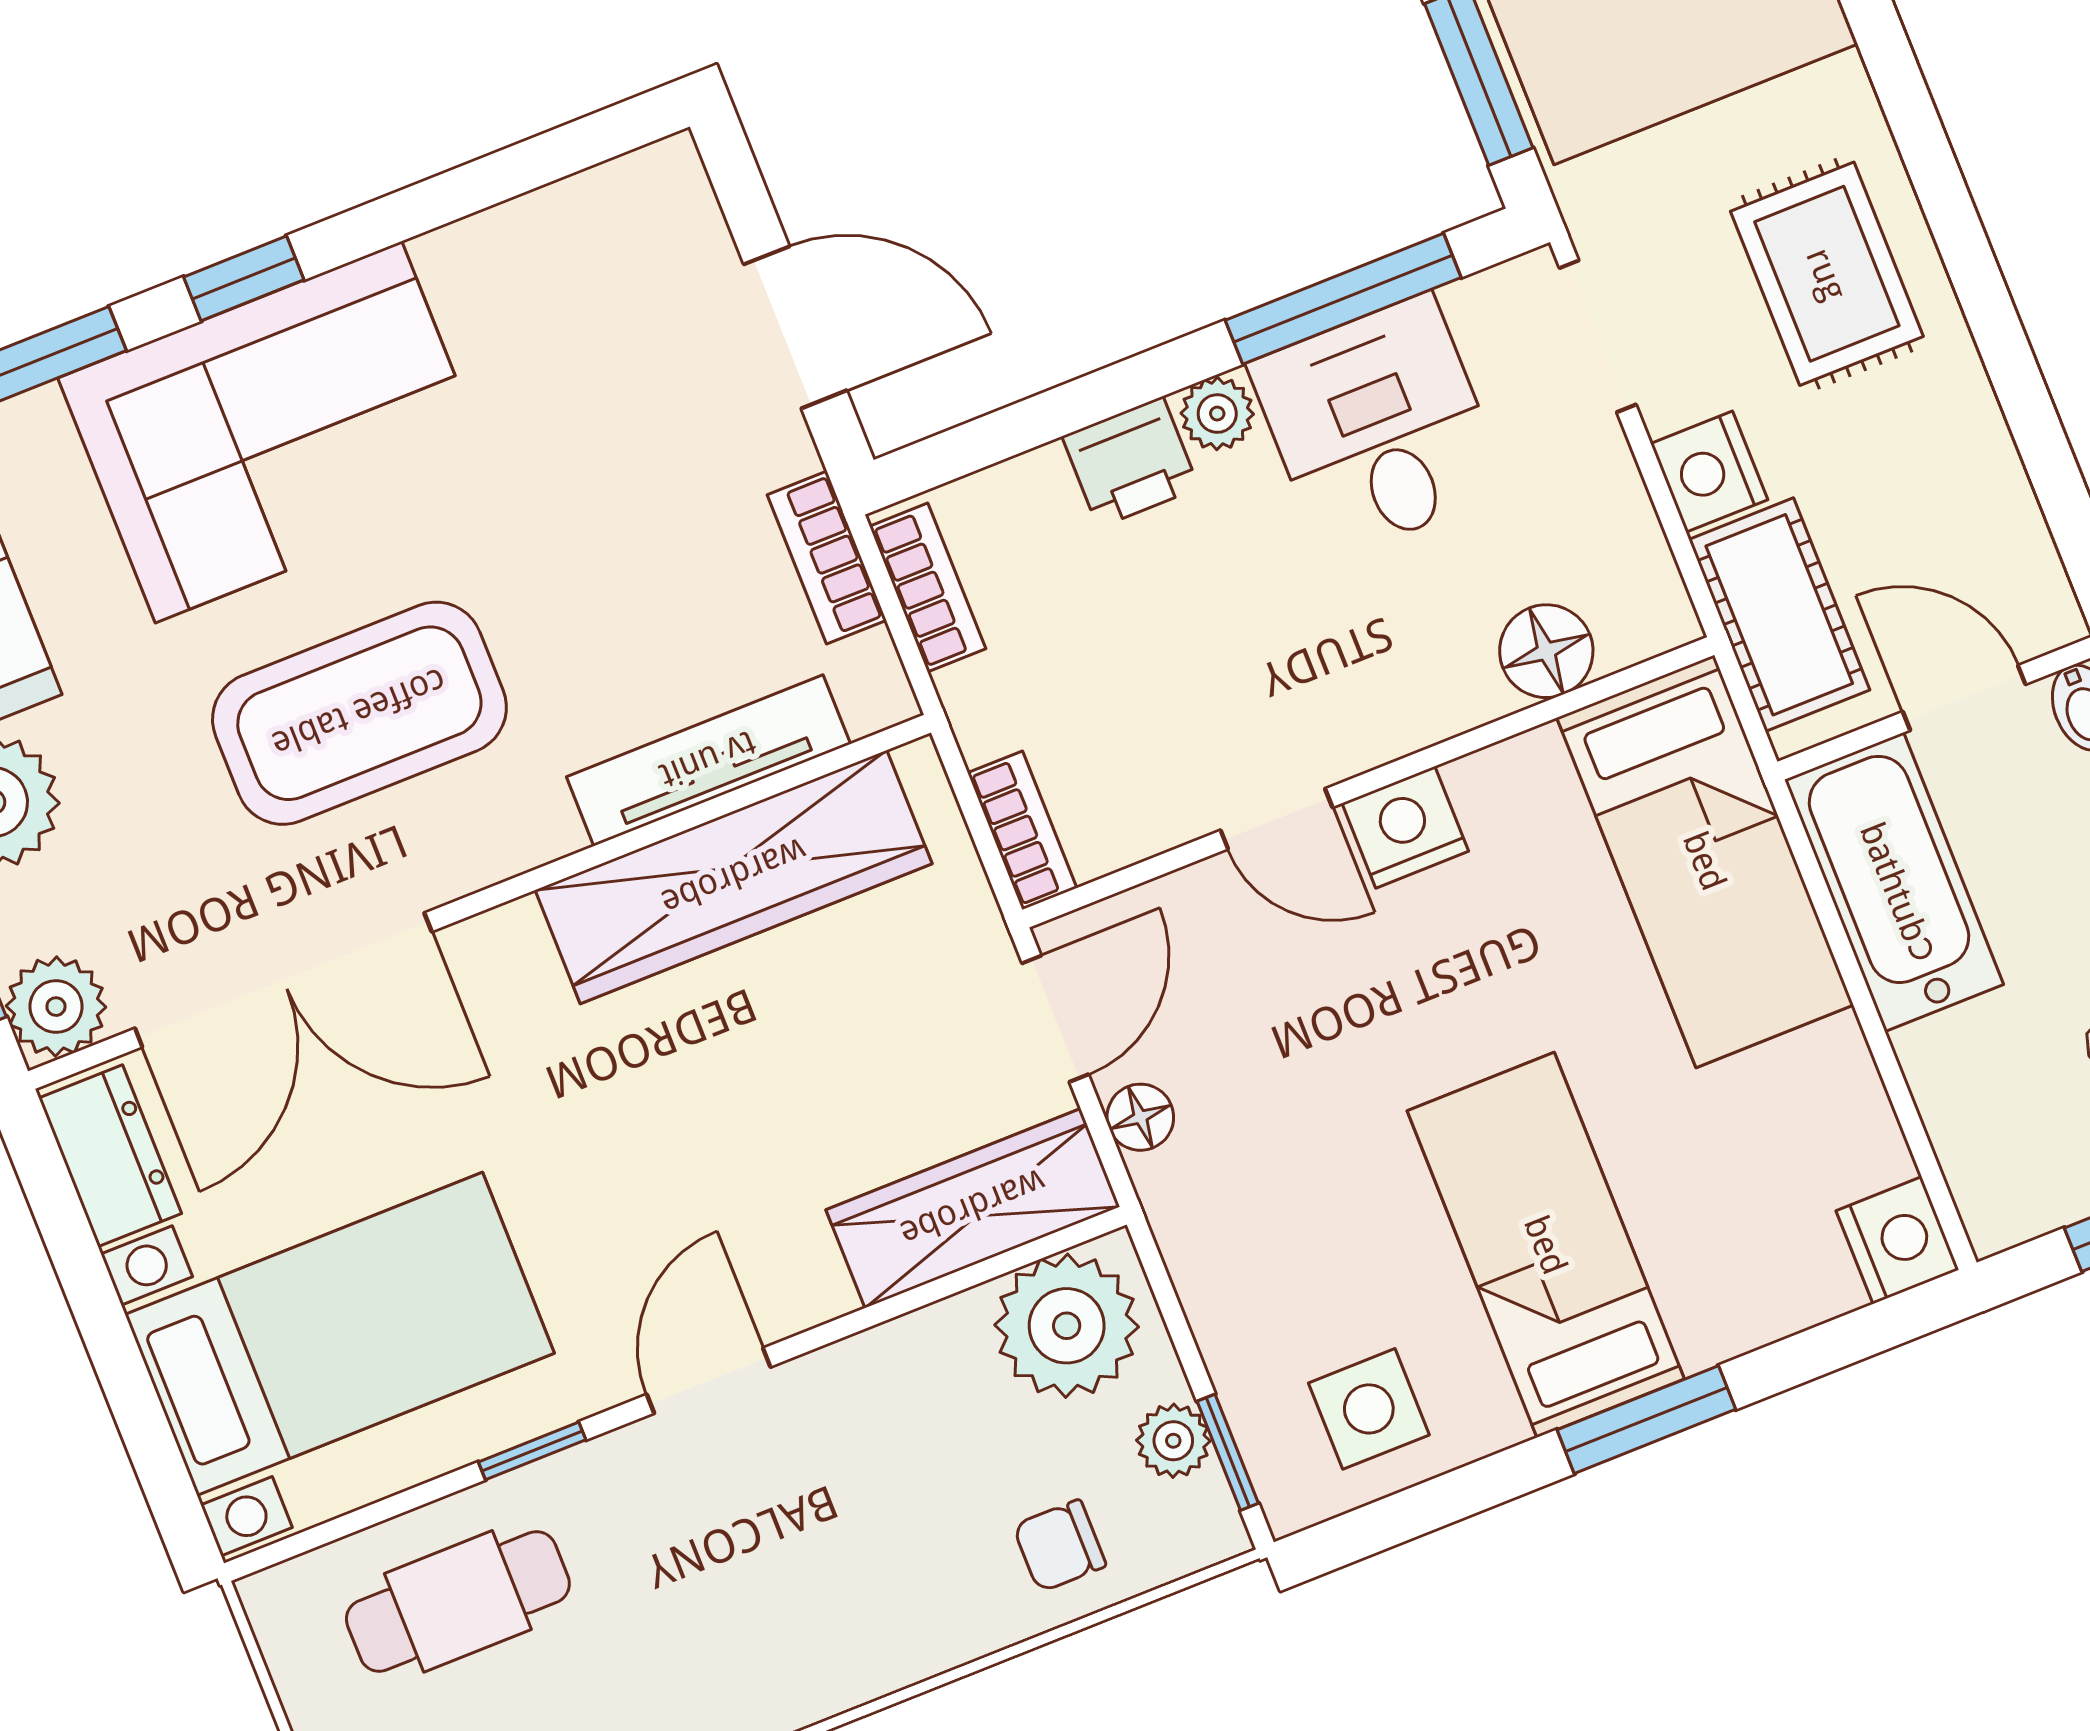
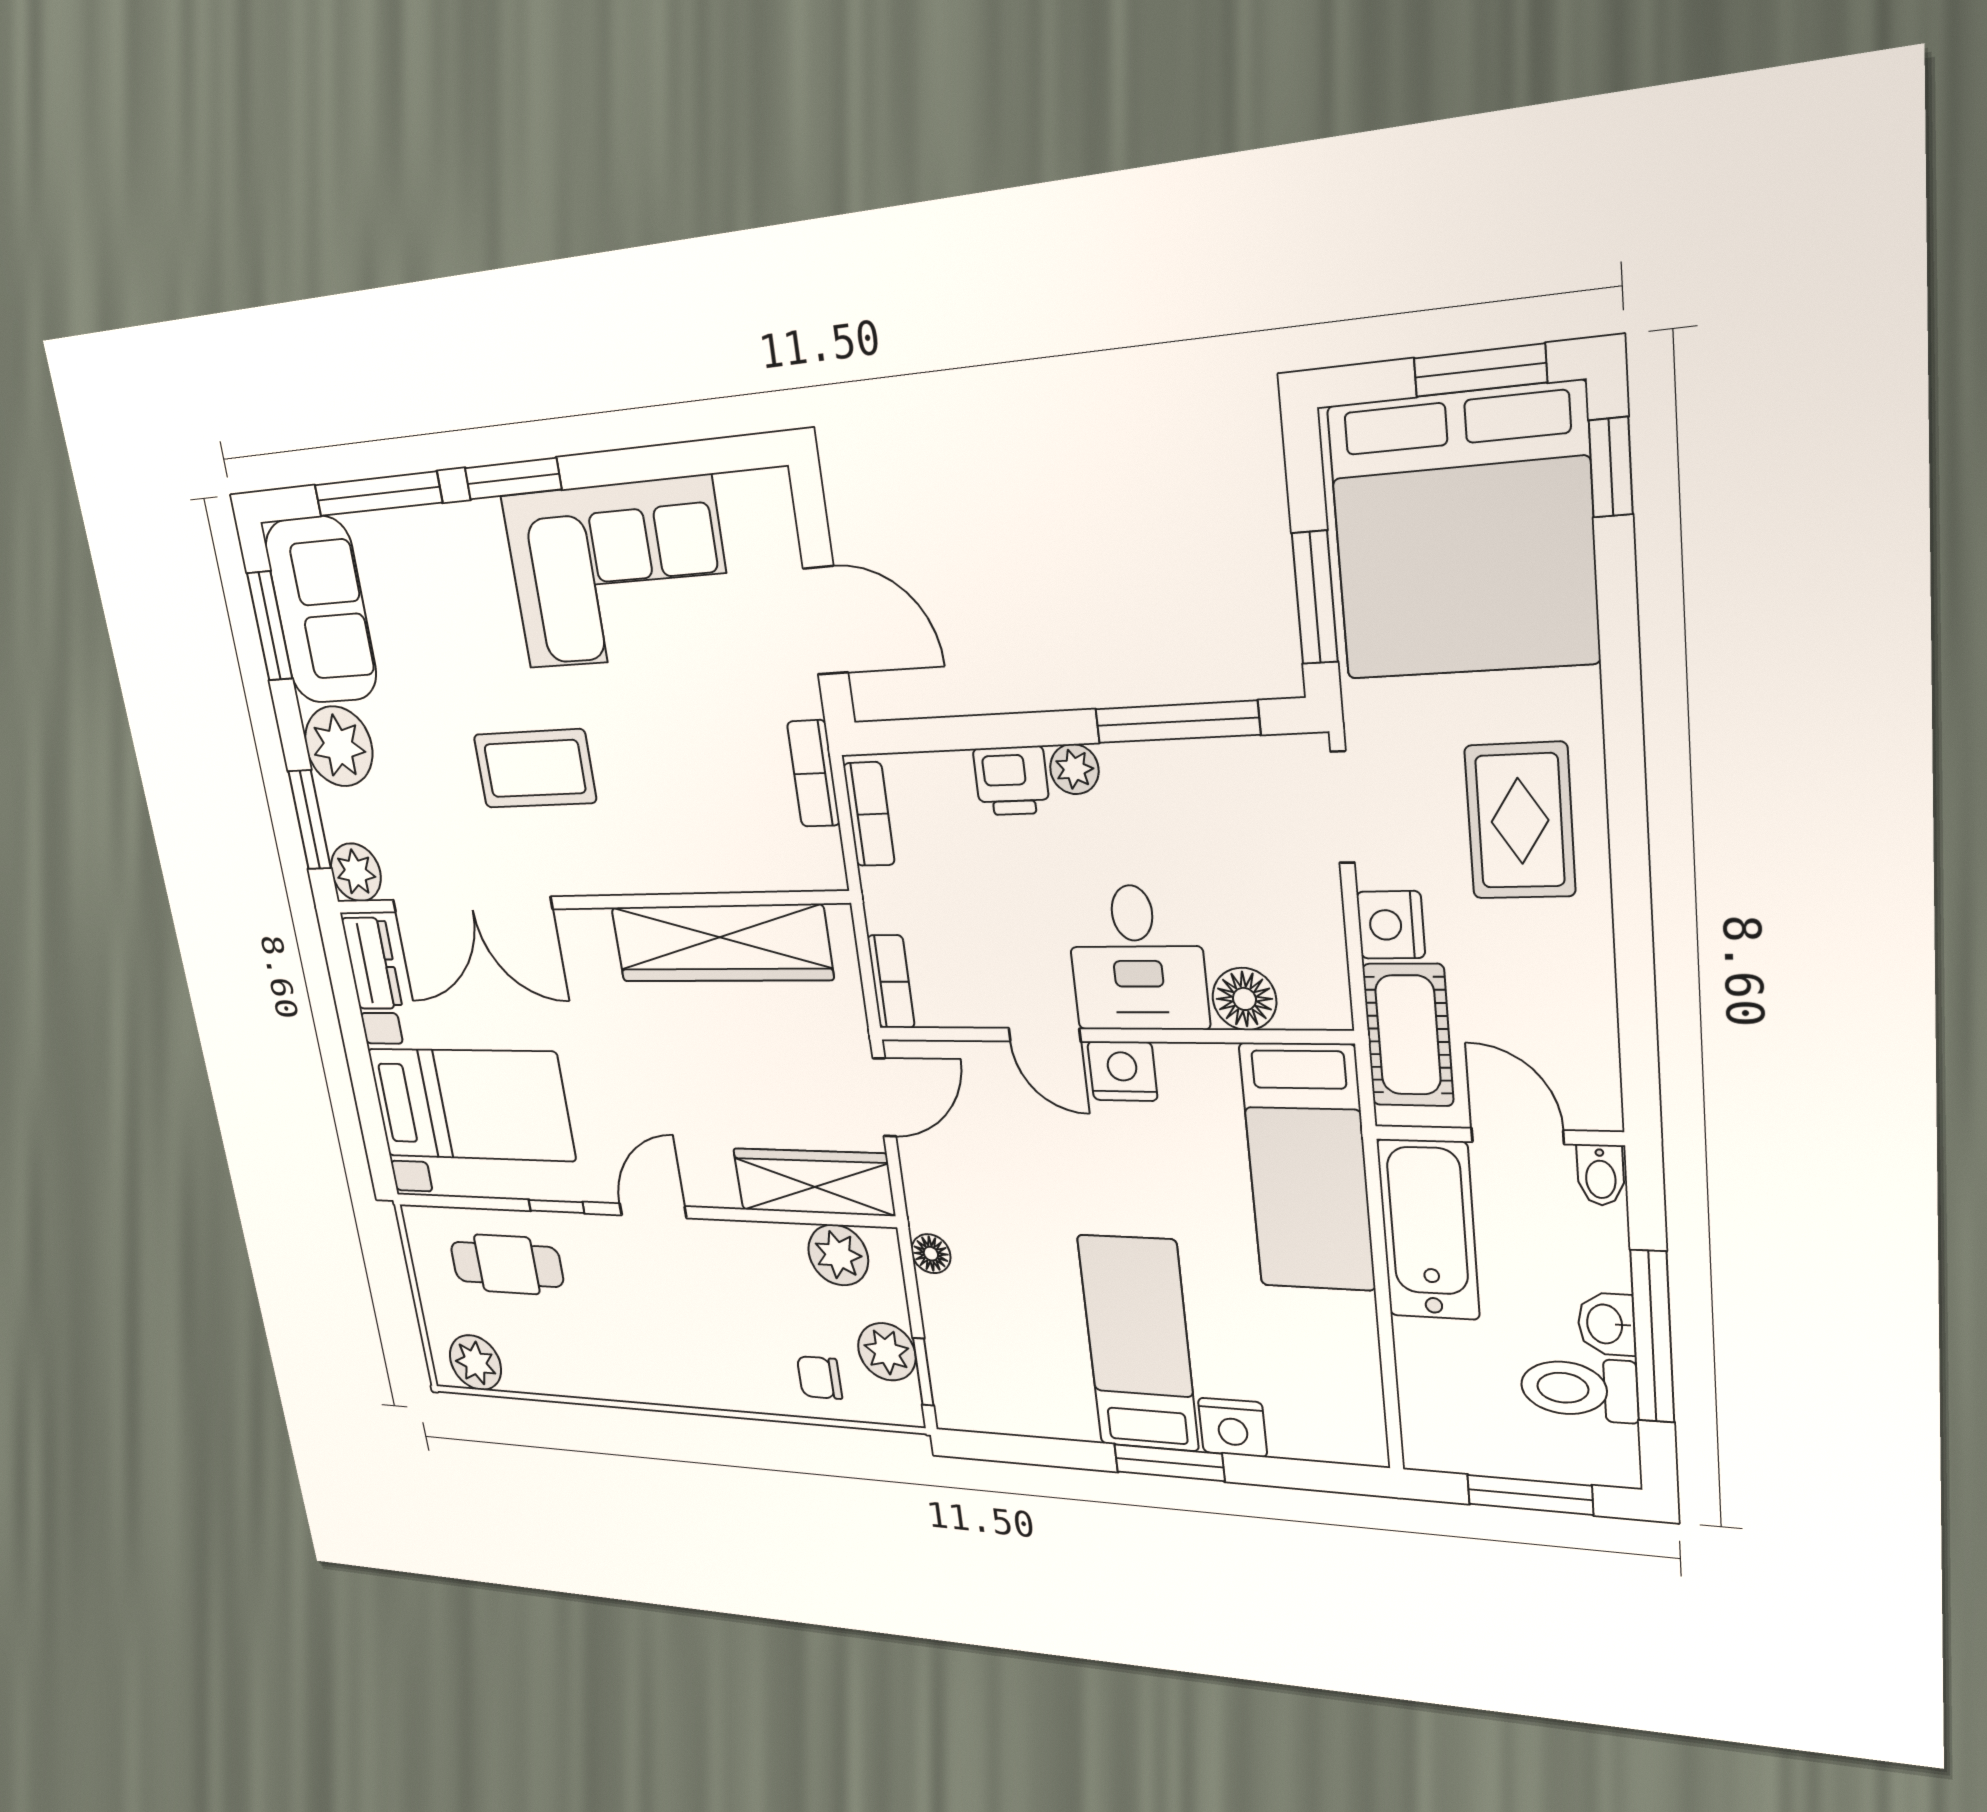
window: (244, 278) -> (513, 479), width x1.50
desk: (1378, 427) -> (1137, 958), moved, turned 180
corner sofa: (278, 432) -> (618, 574), moved
coffee table: (359, 713) -> (535, 769), width x0.73, depth x0.76
tv unit: (708, 760) -> (721, 870), removed
floor lamp: (1140, 1117) -> (931, 1254), moved
nightstand: (1898, 1240) -> (1233, 1427), moved, turned 90
plant: (1067, 1326) -> (838, 1255), width x0.73, depth x0.73
side table: (1369, 1409) -> (1009, 1385), removed
plant: (1173, 1441) -> (887, 1352), width x1.38, depth x1.38

